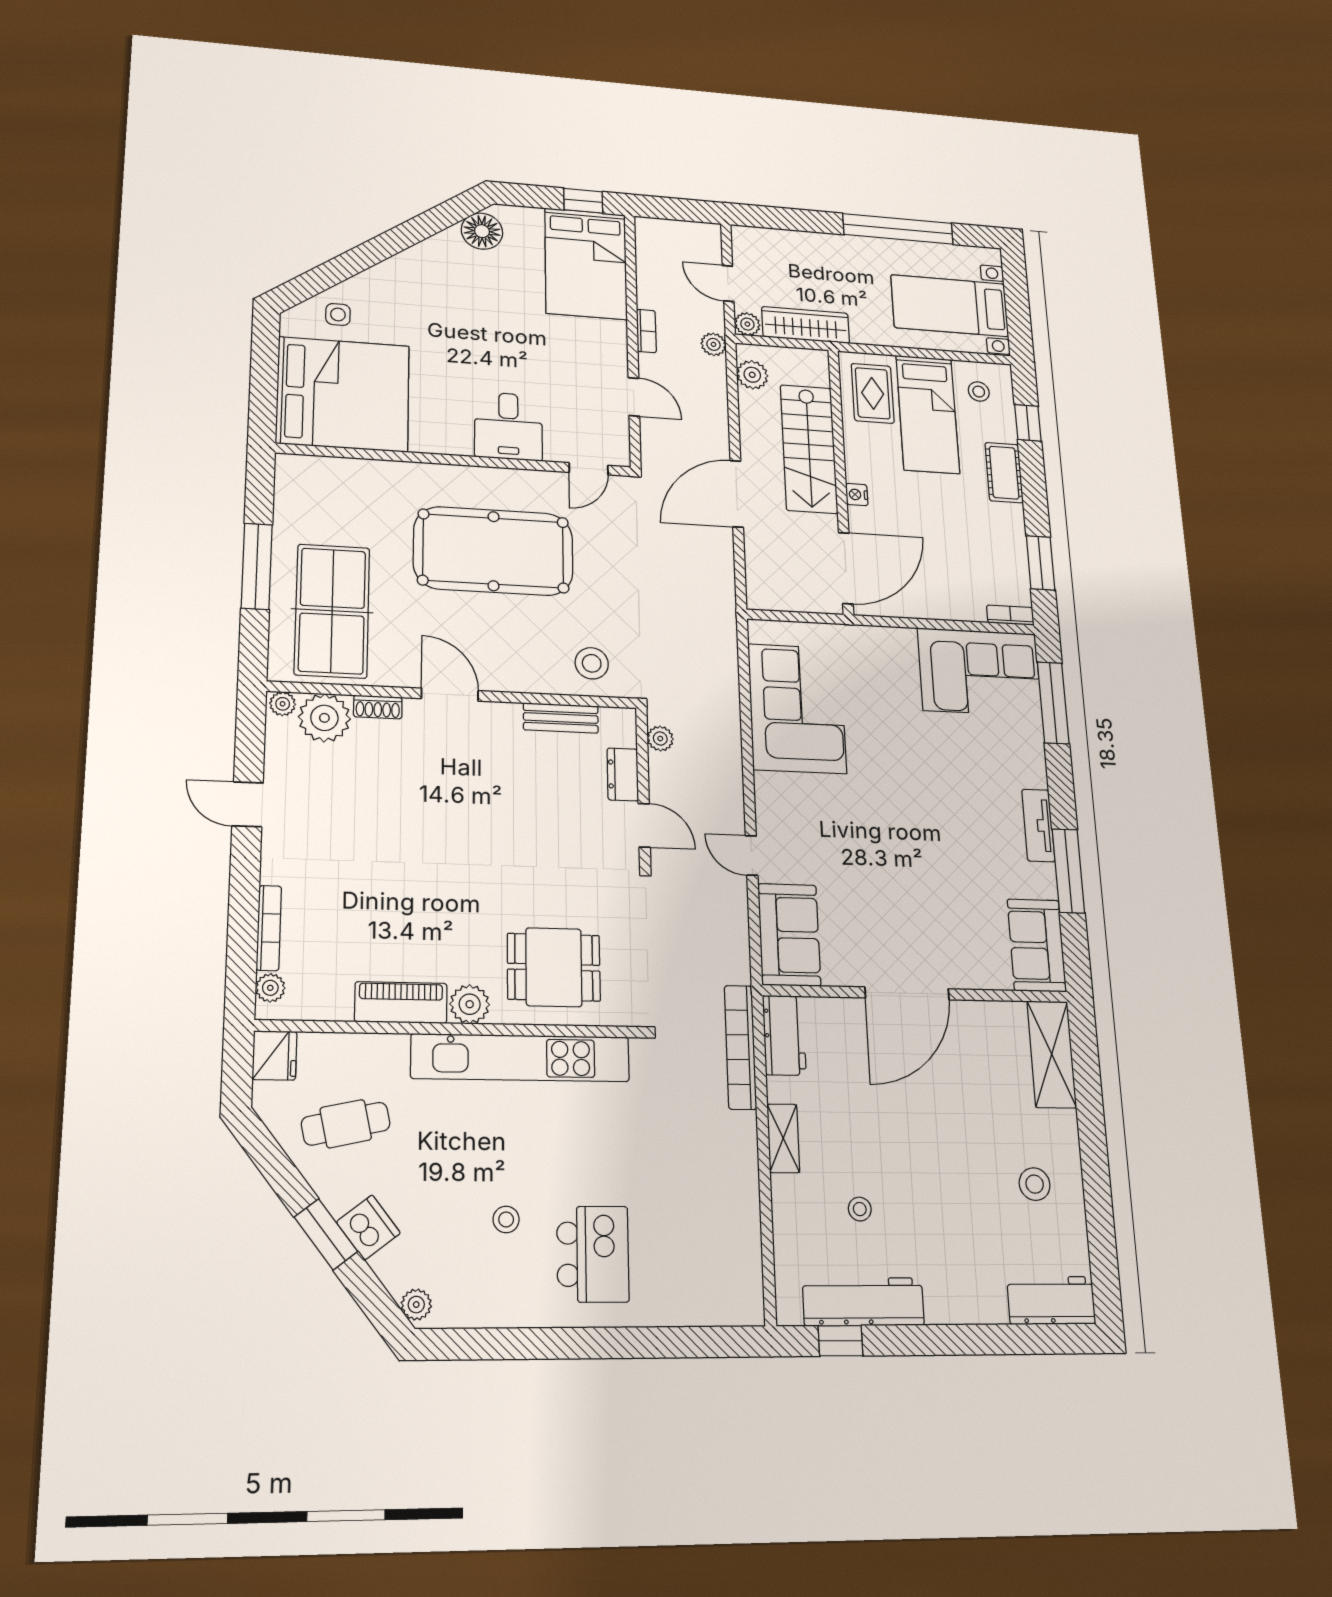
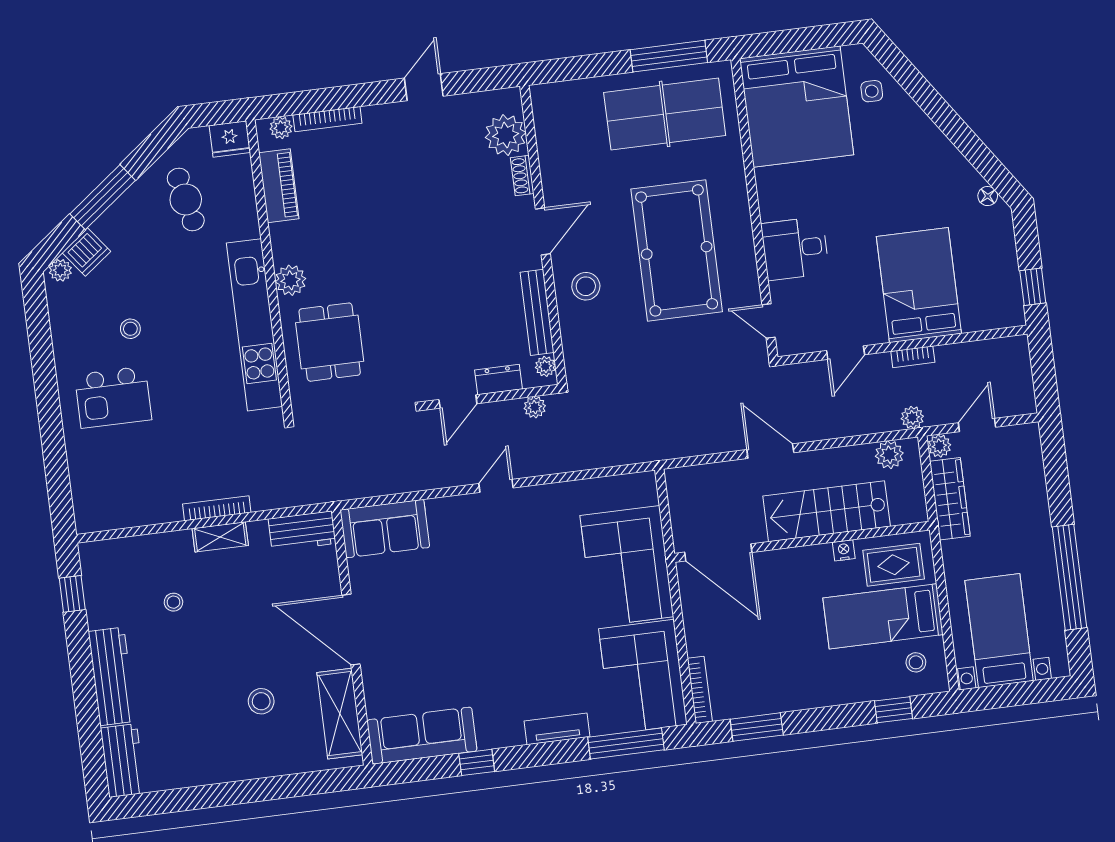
floor lamp: (482, 231) -> (988, 196), width x0.53, depth x0.53
bed: (586, 264) -> (919, 285), moved, turned 90
cot: (1004, 473) -> (839, 690), removed
door: (737, 494) -> (770, 451), width x0.73
nightstand: (857, 495) -> (844, 550), moved
window: (257, 566) -> (669, 56), moved
table tennis table: (332, 611) -> (665, 114), moved
bookcase: (1010, 615) -> (700, 690), width x1.56
stool: (592, 663) -> (586, 286), moved
plant: (283, 704) -> (545, 366), moved
corner sofa: (797, 708) -> (627, 566), moved, turned 90
bench: (561, 718) -> (537, 312), width x1.36
tv unit: (1038, 825) -> (557, 729), moved
door: (752, 855) -> (496, 486), moved
window: (1068, 871) -> (477, 762), width x0.46
sofa: (1037, 945) -> (422, 736), width x1.36
piano: (401, 1002) -> (279, 186), moved
bookcase: (740, 1047) -> (217, 508), moved, width x0.68, depth x0.76
shelving: (1052, 1054) -> (340, 714), moved, turned 90
stool: (1035, 1184) -> (261, 701), moved
dishwasher: (368, 1227) -> (86, 252), moved
window: (326, 1234) -> (103, 197), width x1.44
workbench: (863, 1302) -> (112, 676), moved

